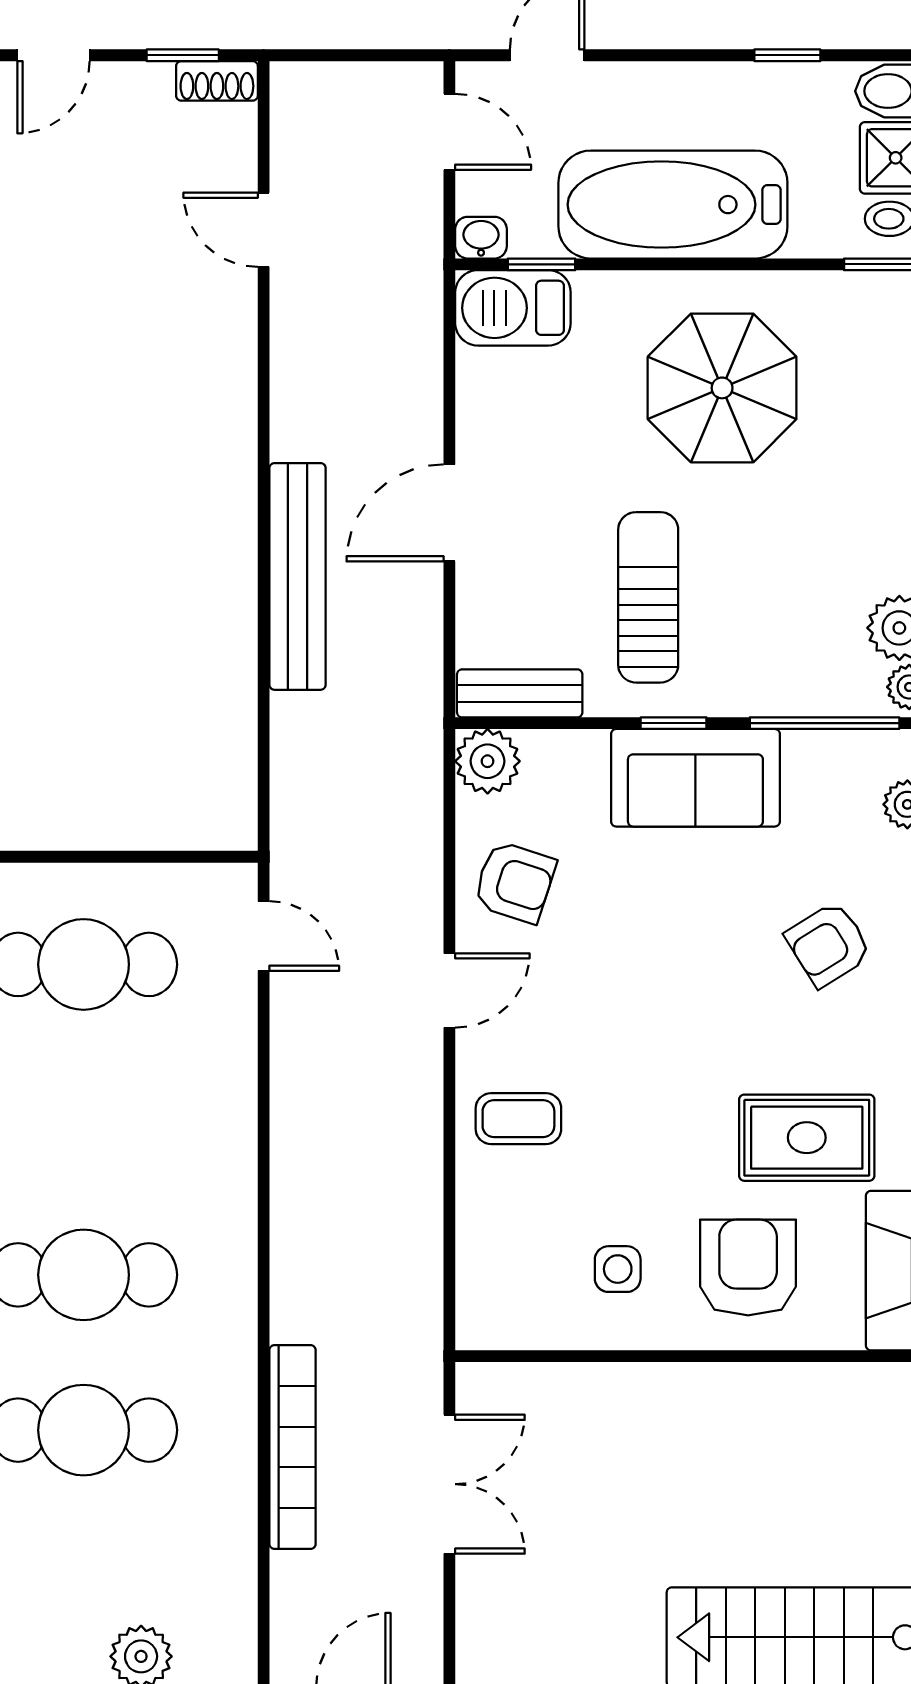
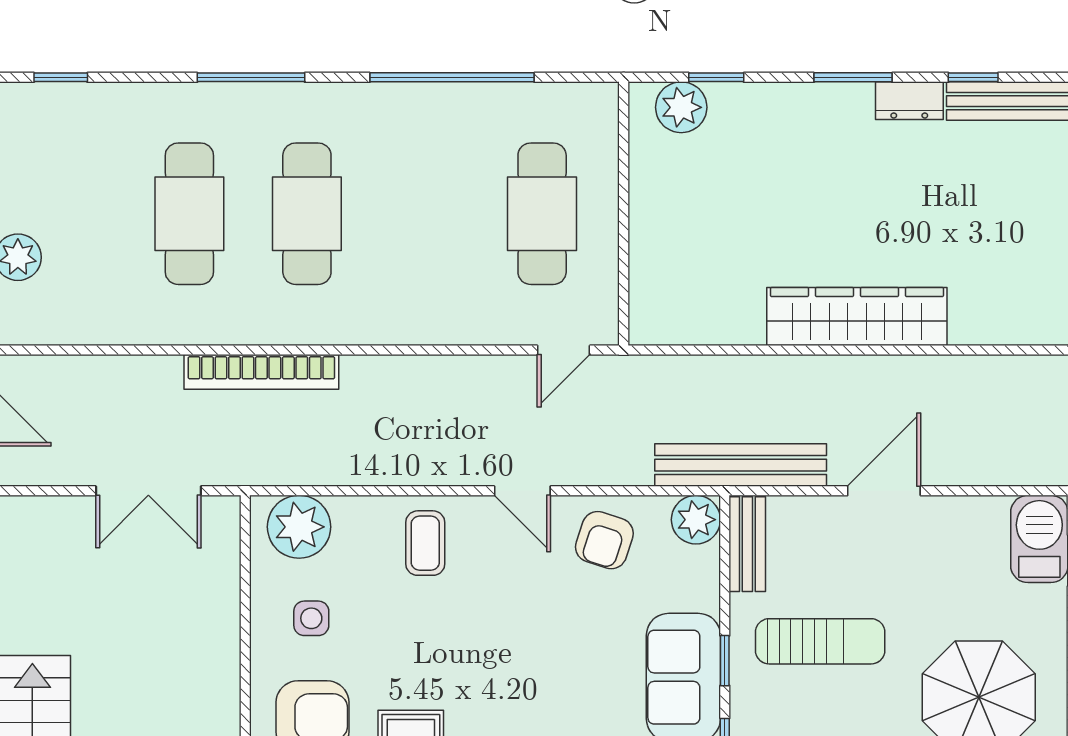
door: (449, 513) -> (884, 491), hinge flipped
wardrobe: (219, 549) -> (857, 317), added
bench: (298, 576) -> (741, 465), moved
plant: (497, 1285) -> (299, 527), added
bookcase: (293, 1447) -> (261, 372), moved

